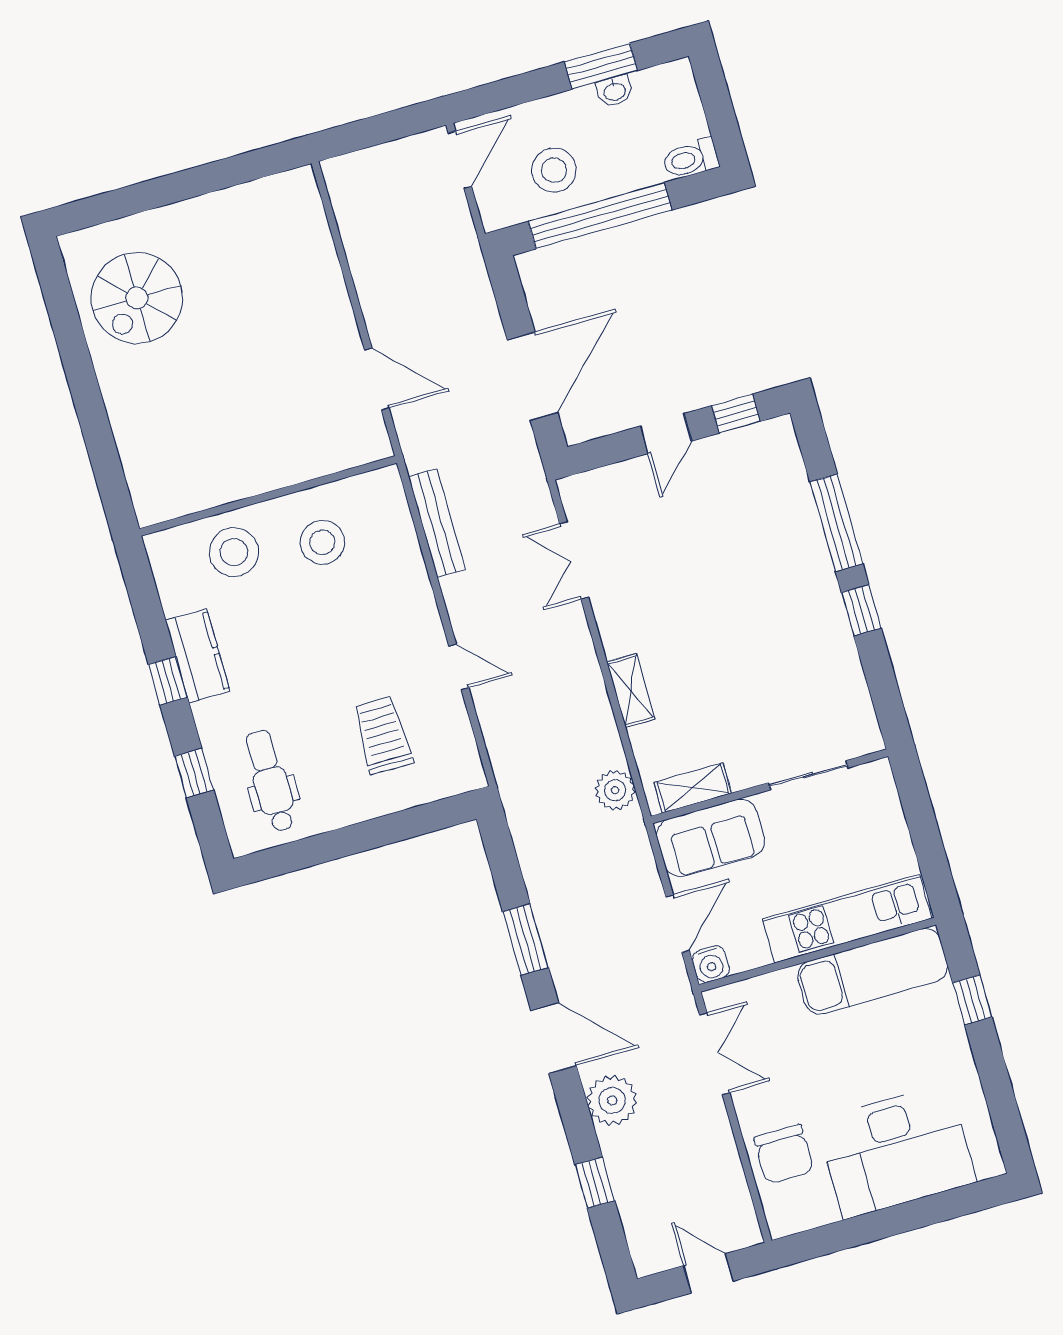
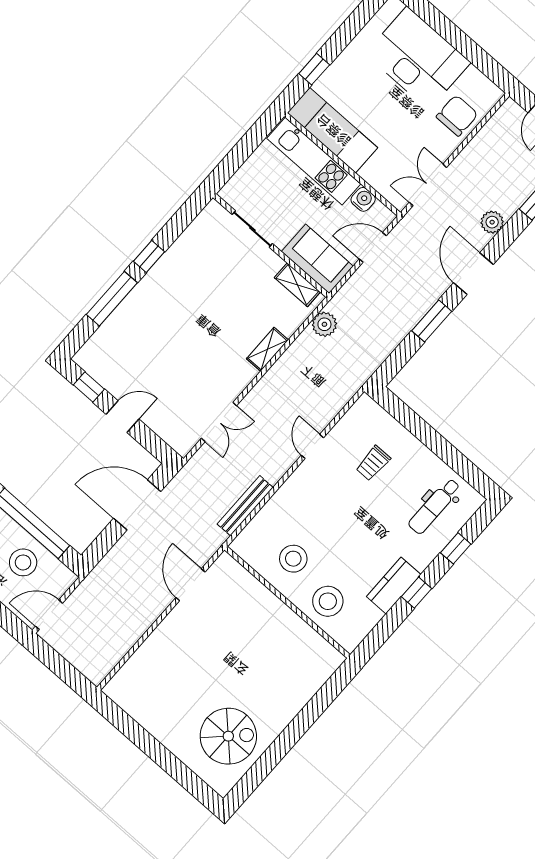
trolley: (383, 735) -> (373, 463), width x0.73, depth x0.72
water cooler: (711, 964) -> (363, 199), moved
plant: (612, 1100) -> (492, 222), width x0.73, depth x0.73

